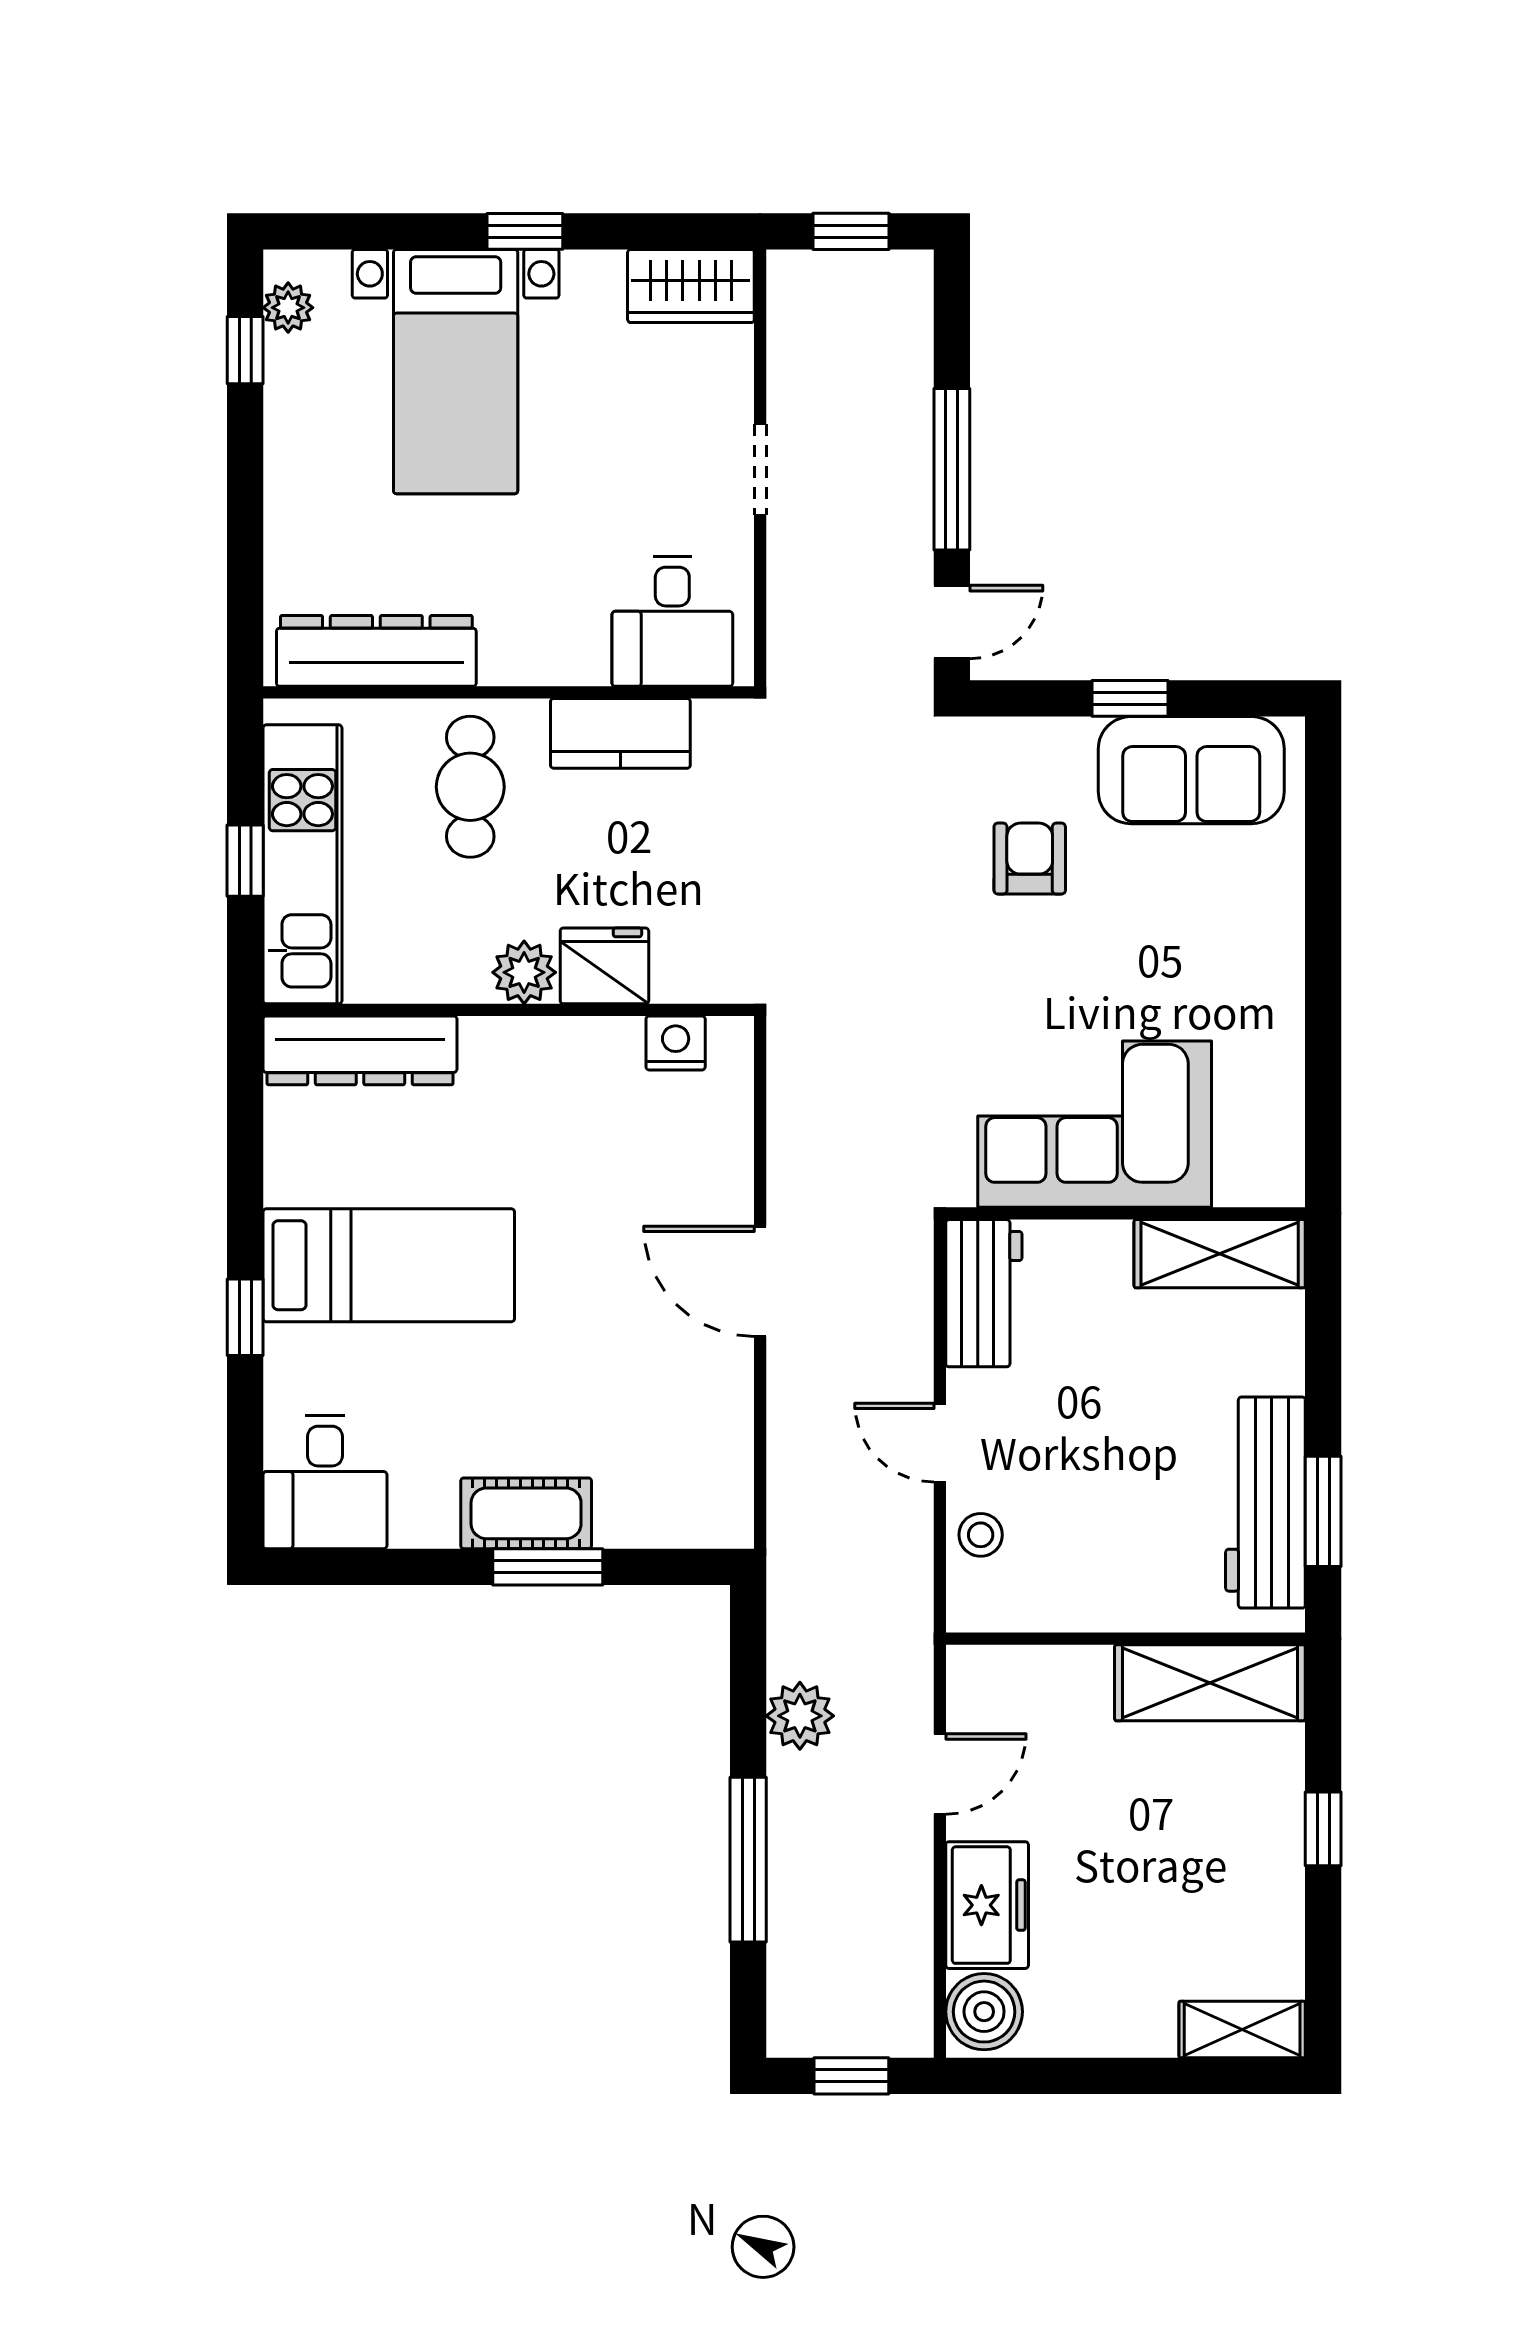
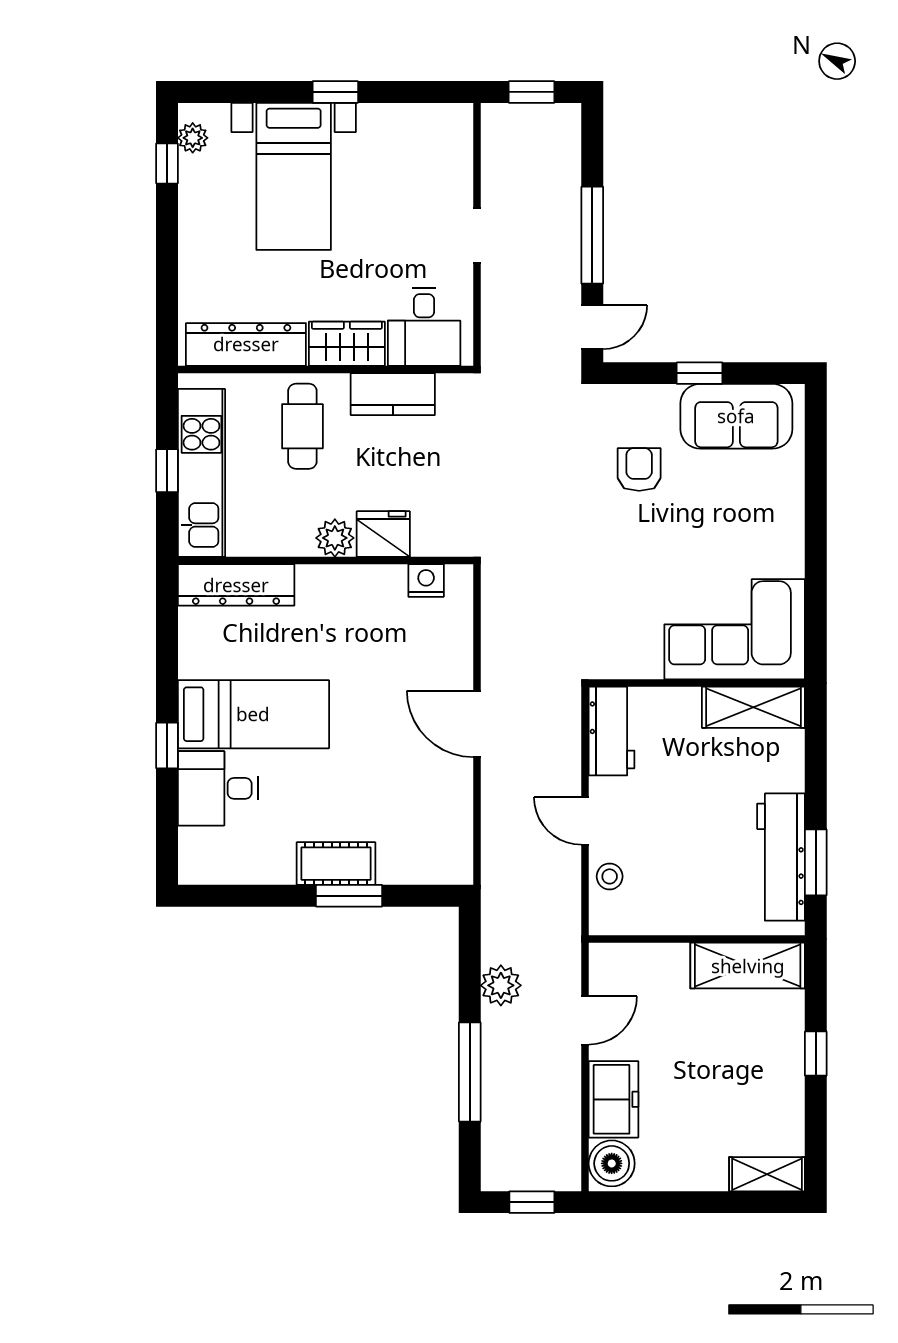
wardrobe: (691, 286) -> (347, 344), moved, turned 180
corner sofa: (1095, 1124) -> (735, 629), moved
desk: (325, 1482) -> (218, 788), moved, turned 90

